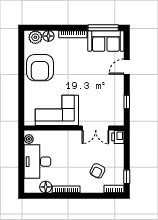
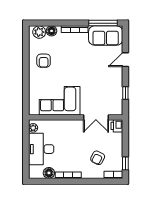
armchair: (40, 68) -> (44, 61), width x0.53, depth x0.53

